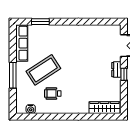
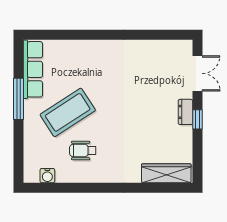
window: (40, 22) -> (63, 35), removed
window: (13, 75) -> (18, 99), moved

